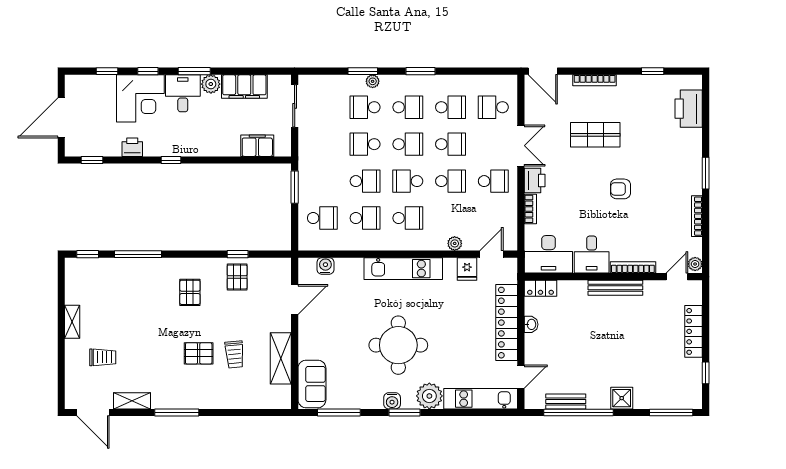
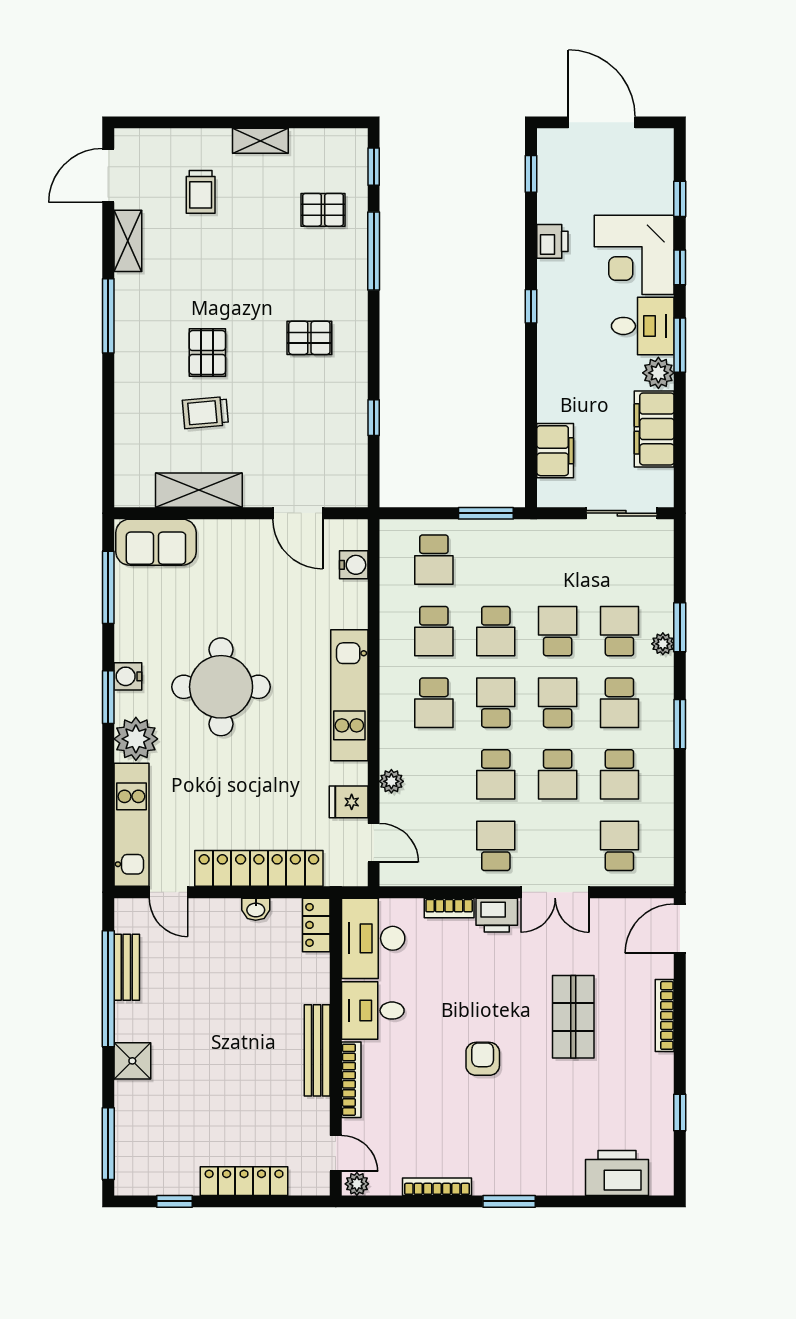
school desk: (408, 144) -> (558, 703), turned 180
school desk: (493, 181) -> (496, 846), turned 180
pallet: (237, 277) -> (323, 210), moved

